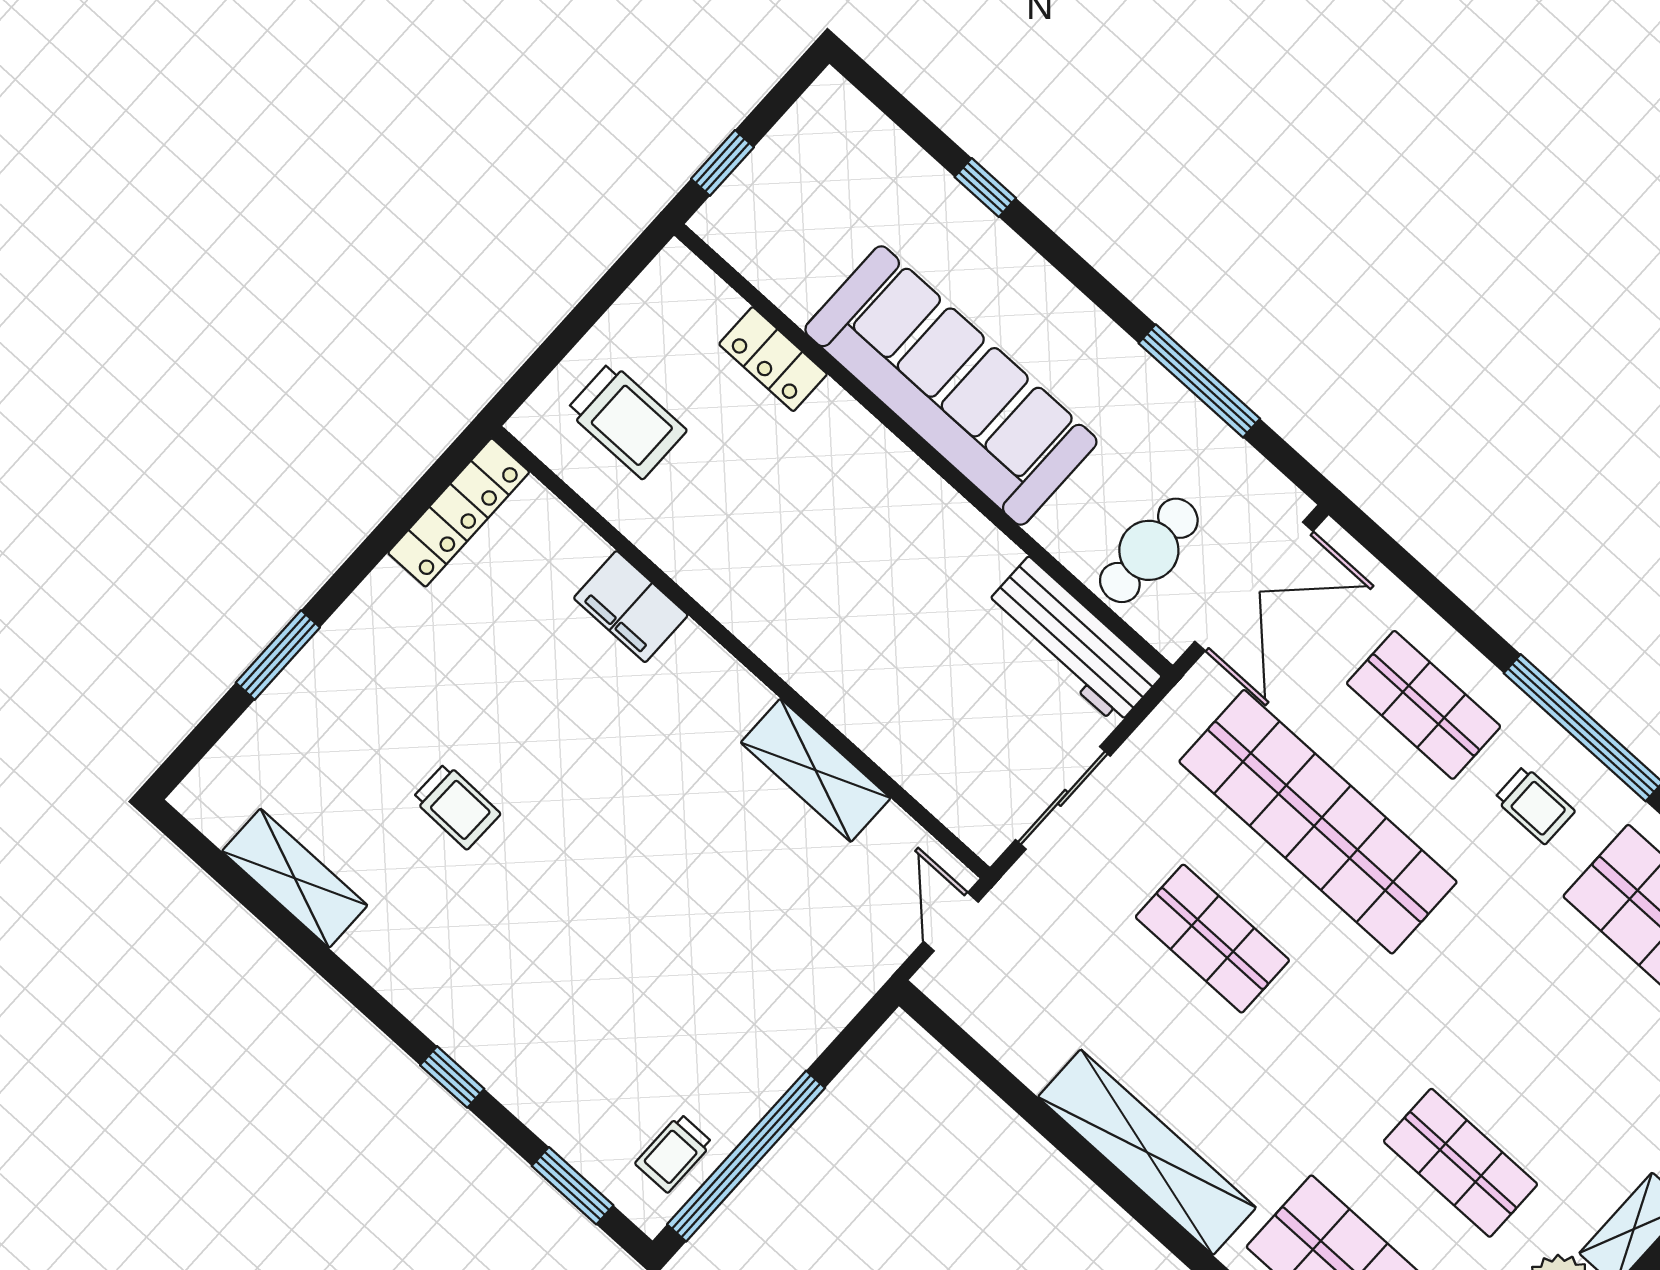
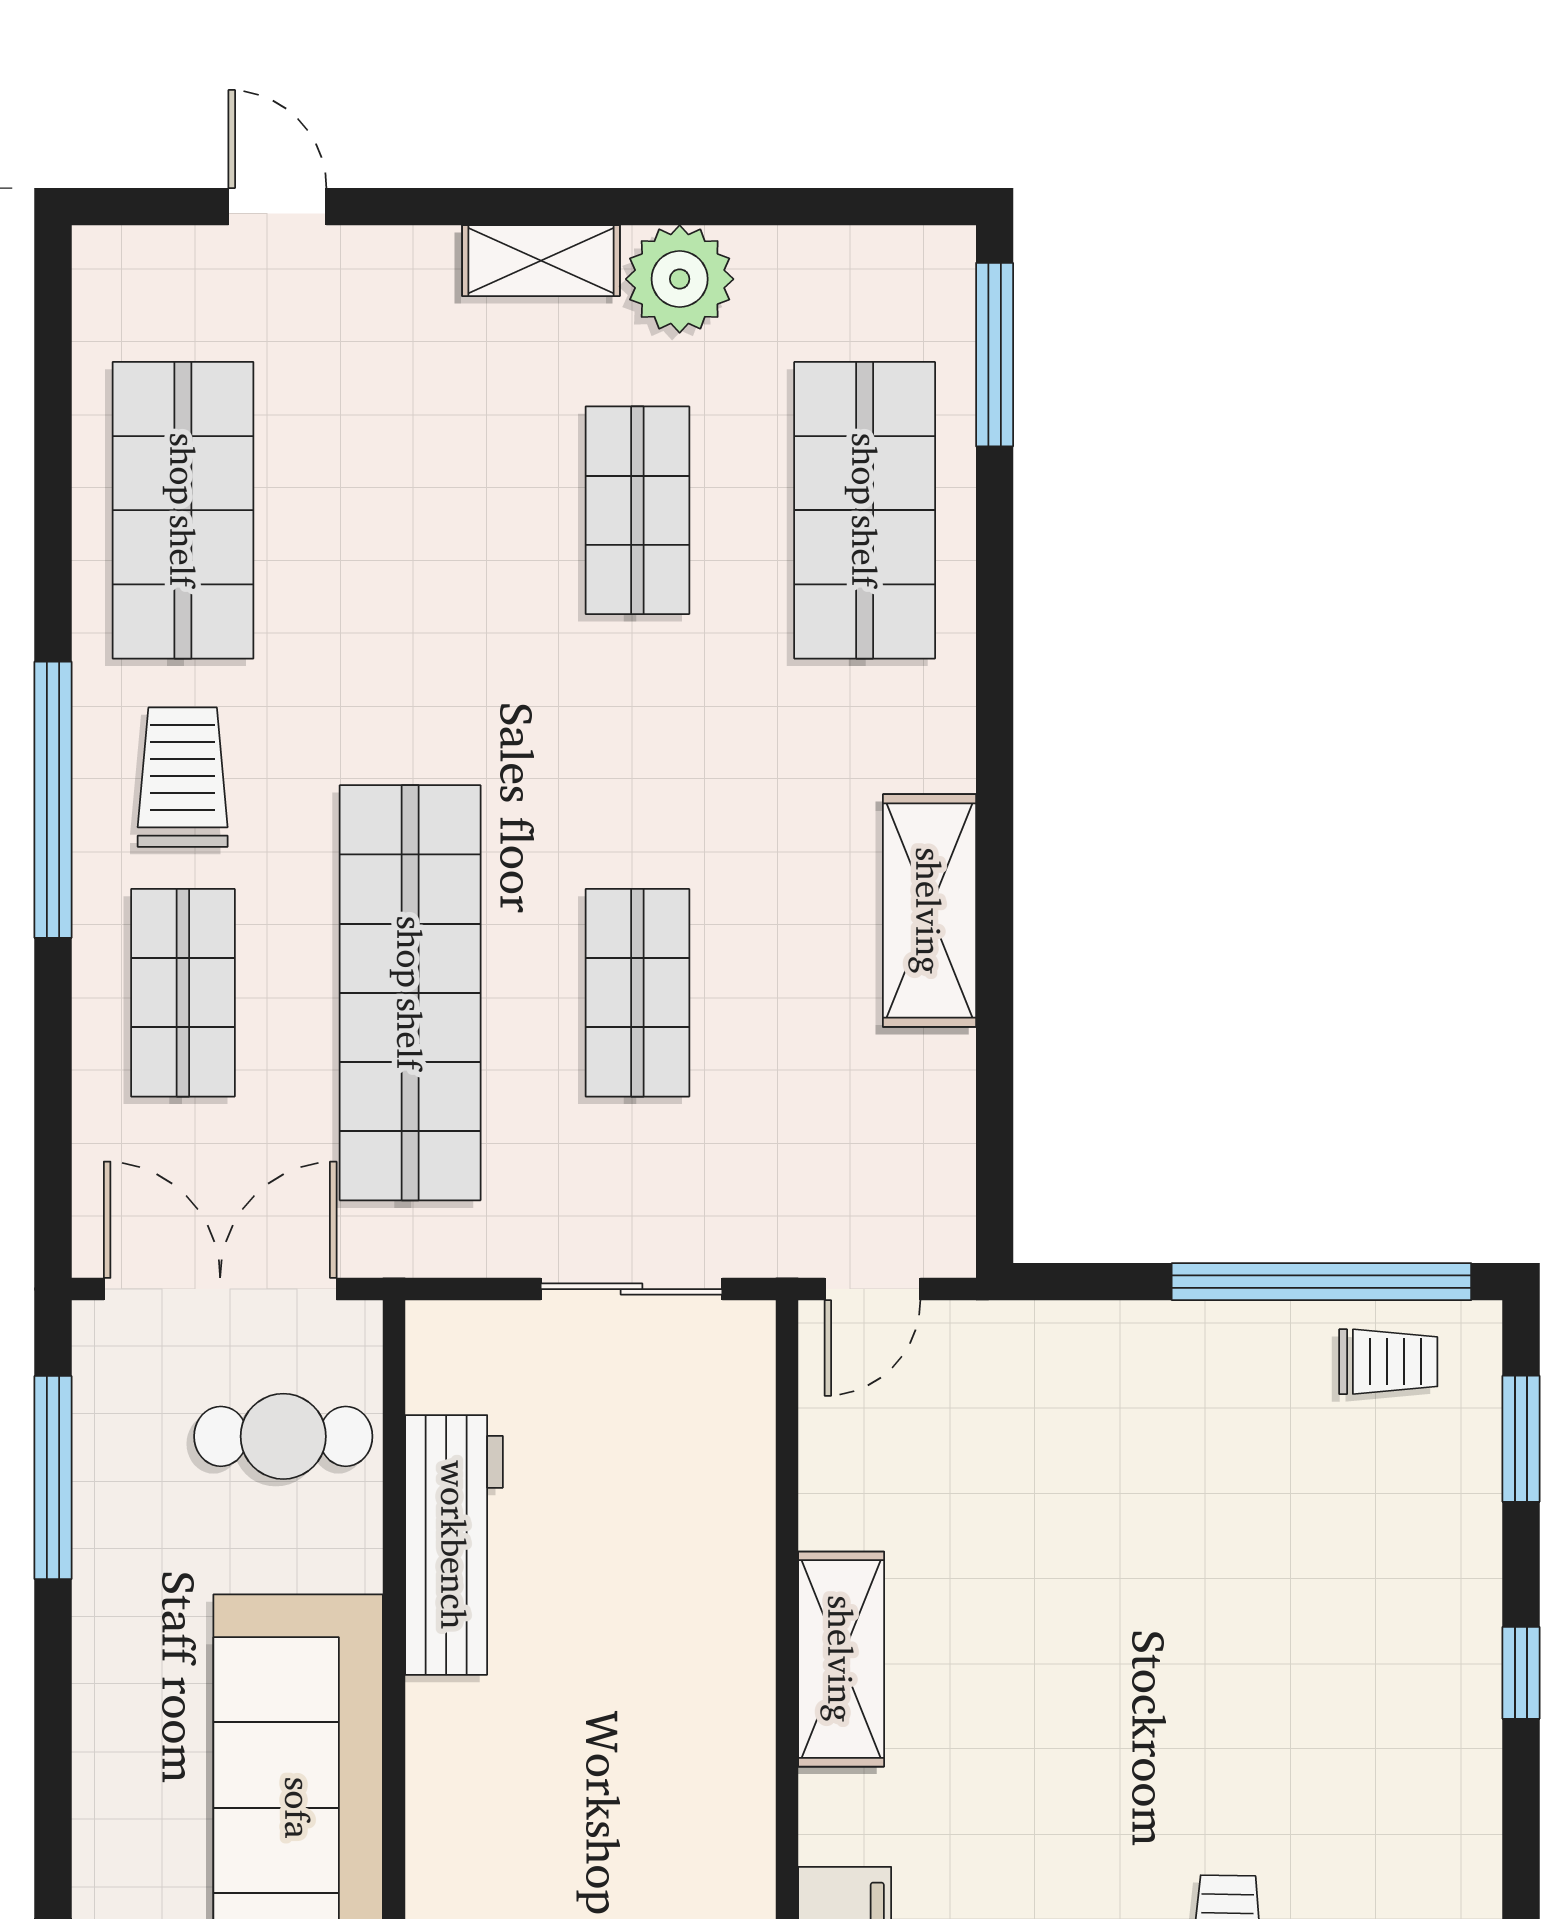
window: (1199, 381) -> (53, 1478), moved
workbench: (1073, 641) -> (454, 1545), moved
shelving: (816, 770) -> (841, 1659), moved
trolley: (1535, 805) -> (183, 777), width x1.36, depth x1.39
shelving: (1147, 1152) -> (929, 911), width x0.68

